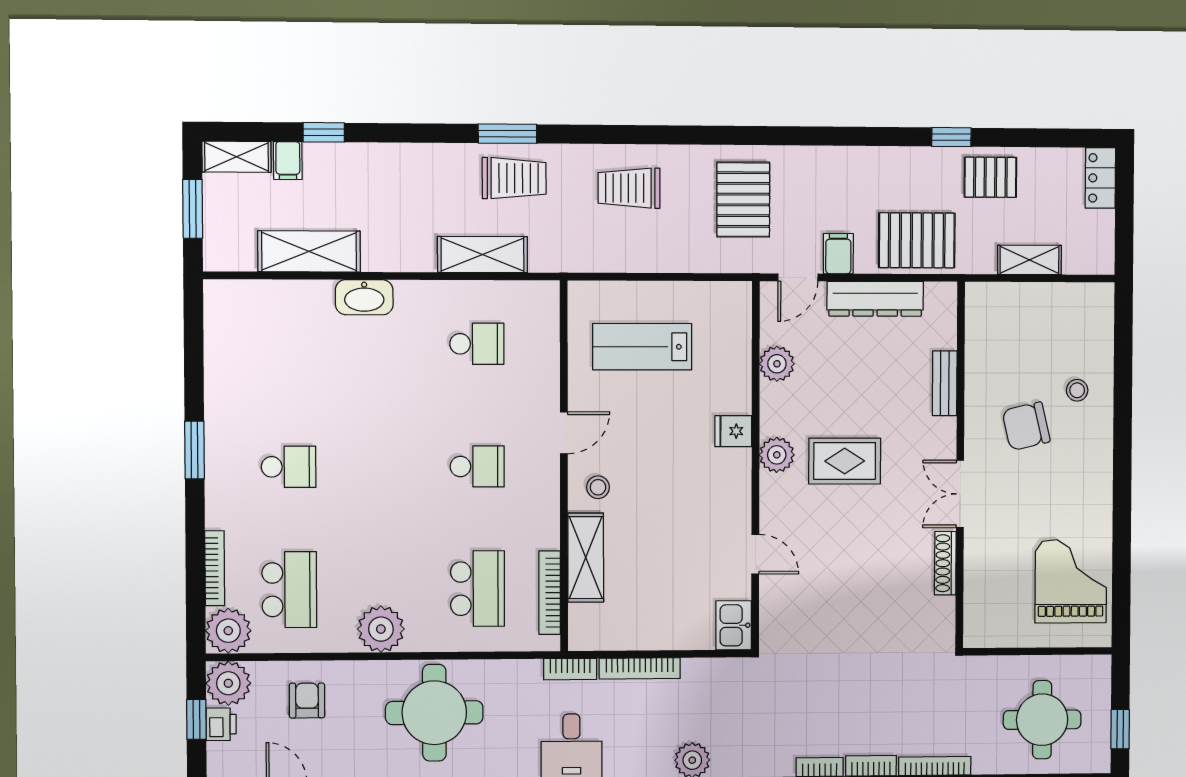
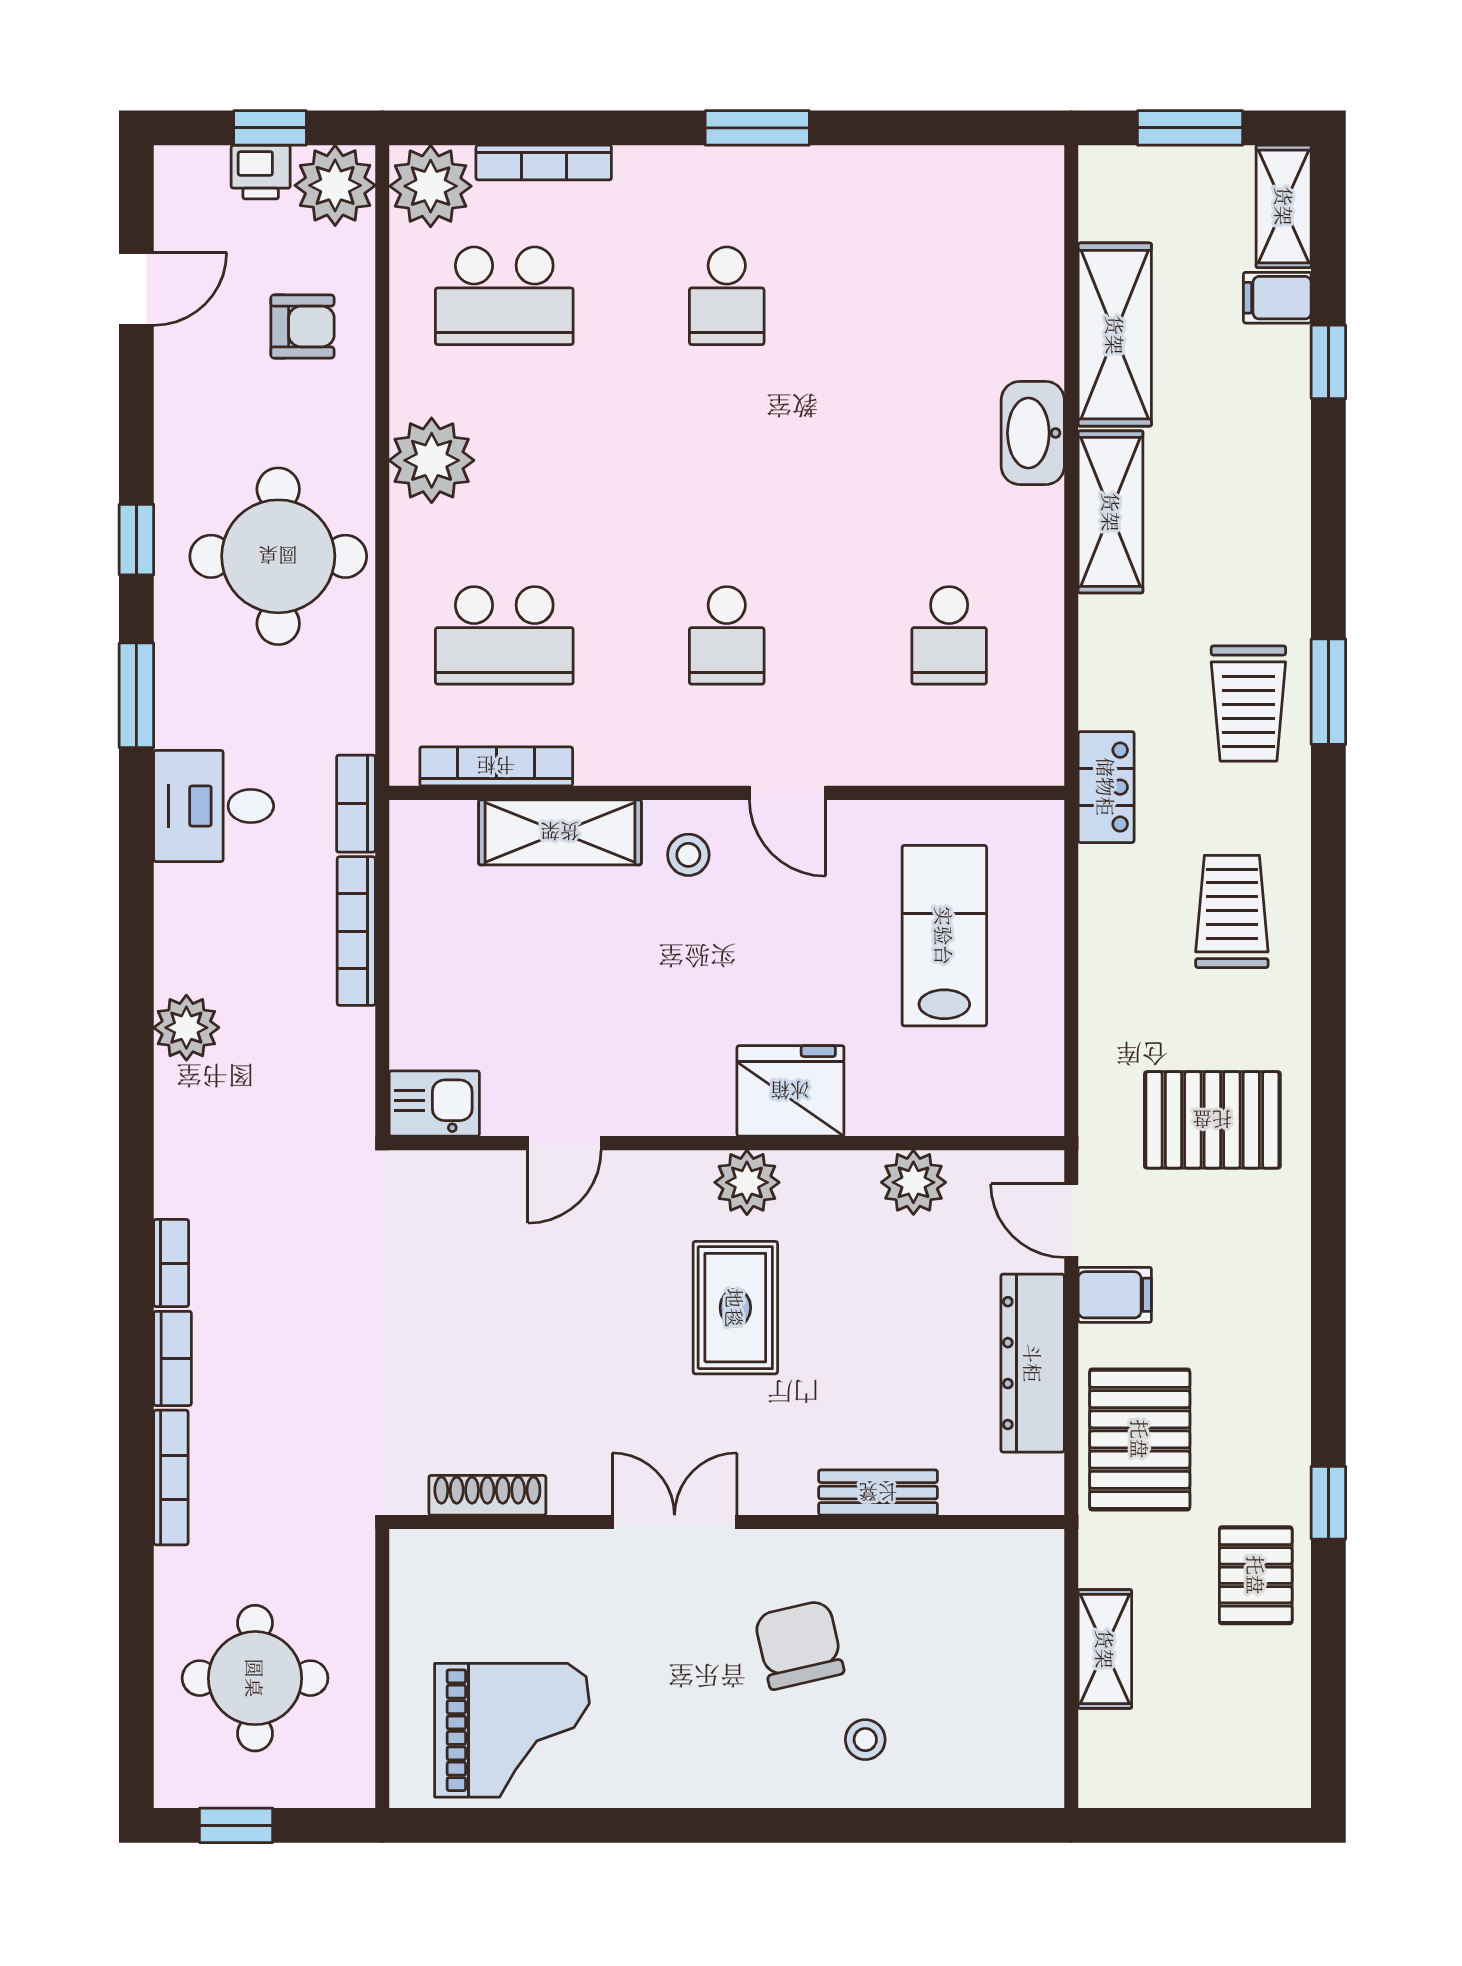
locker: (1100, 178) -> (1106, 787), moved, turned 90
shelving: (482, 254) -> (1111, 512), moved
fridge: (733, 431) -> (790, 1091), width x1.88, depth x1.34
shoe rack: (945, 563) -> (487, 1495), moved

